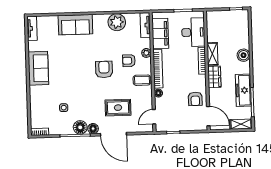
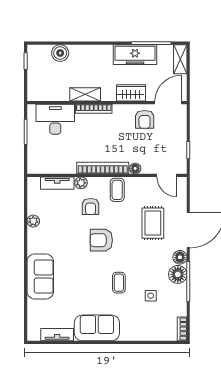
plant: (117, 22) -> (33, 221), width x0.53, depth x0.53
tv unit: (145, 25) -> (57, 183), moved
tv unit: (32, 28) -> (57, 335), moved
filing cabinet: (160, 33) -> (56, 163), removed
boiler: (243, 55) -> (60, 53), moved
wardrobe: (214, 77) -> (131, 93), moved
coffee table: (73, 84) -> (119, 283), added
armchair: (195, 99) -> (145, 119), turned 90

